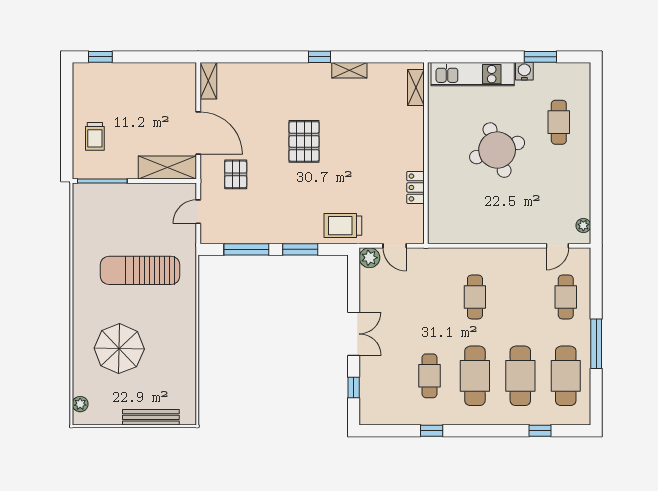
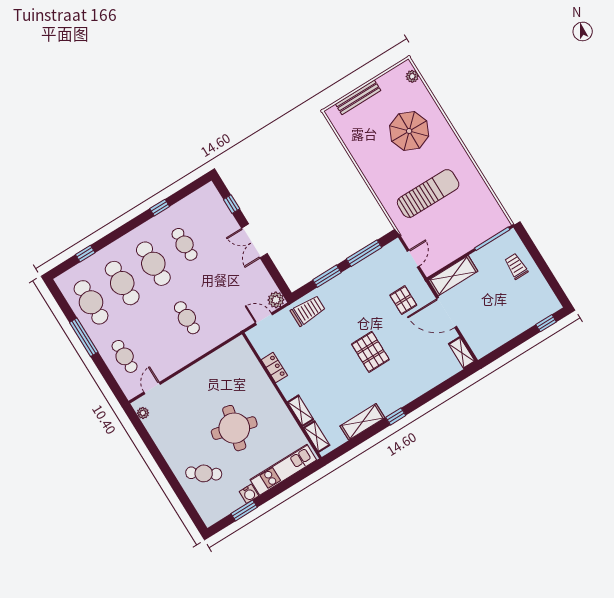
shelving: (349, 70) -> (362, 422), width x1.50, depth x1.33
cafe table: (559, 122) -> (204, 473), turned -55
shelving: (416, 125) -> (301, 411), added
round table: (497, 150) -> (234, 428), turned 33

